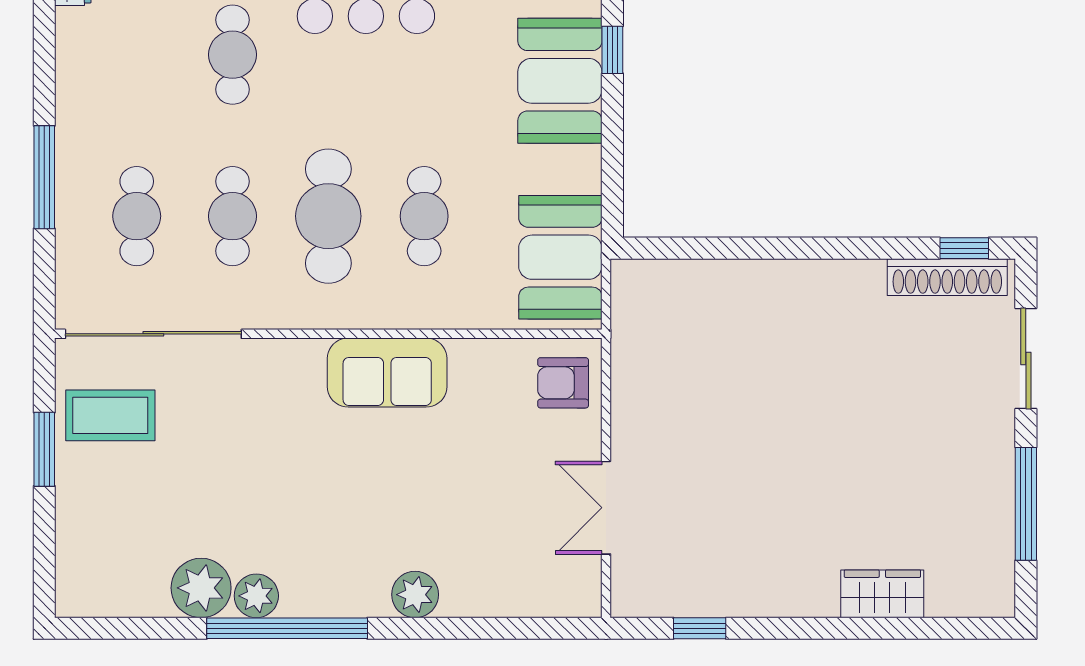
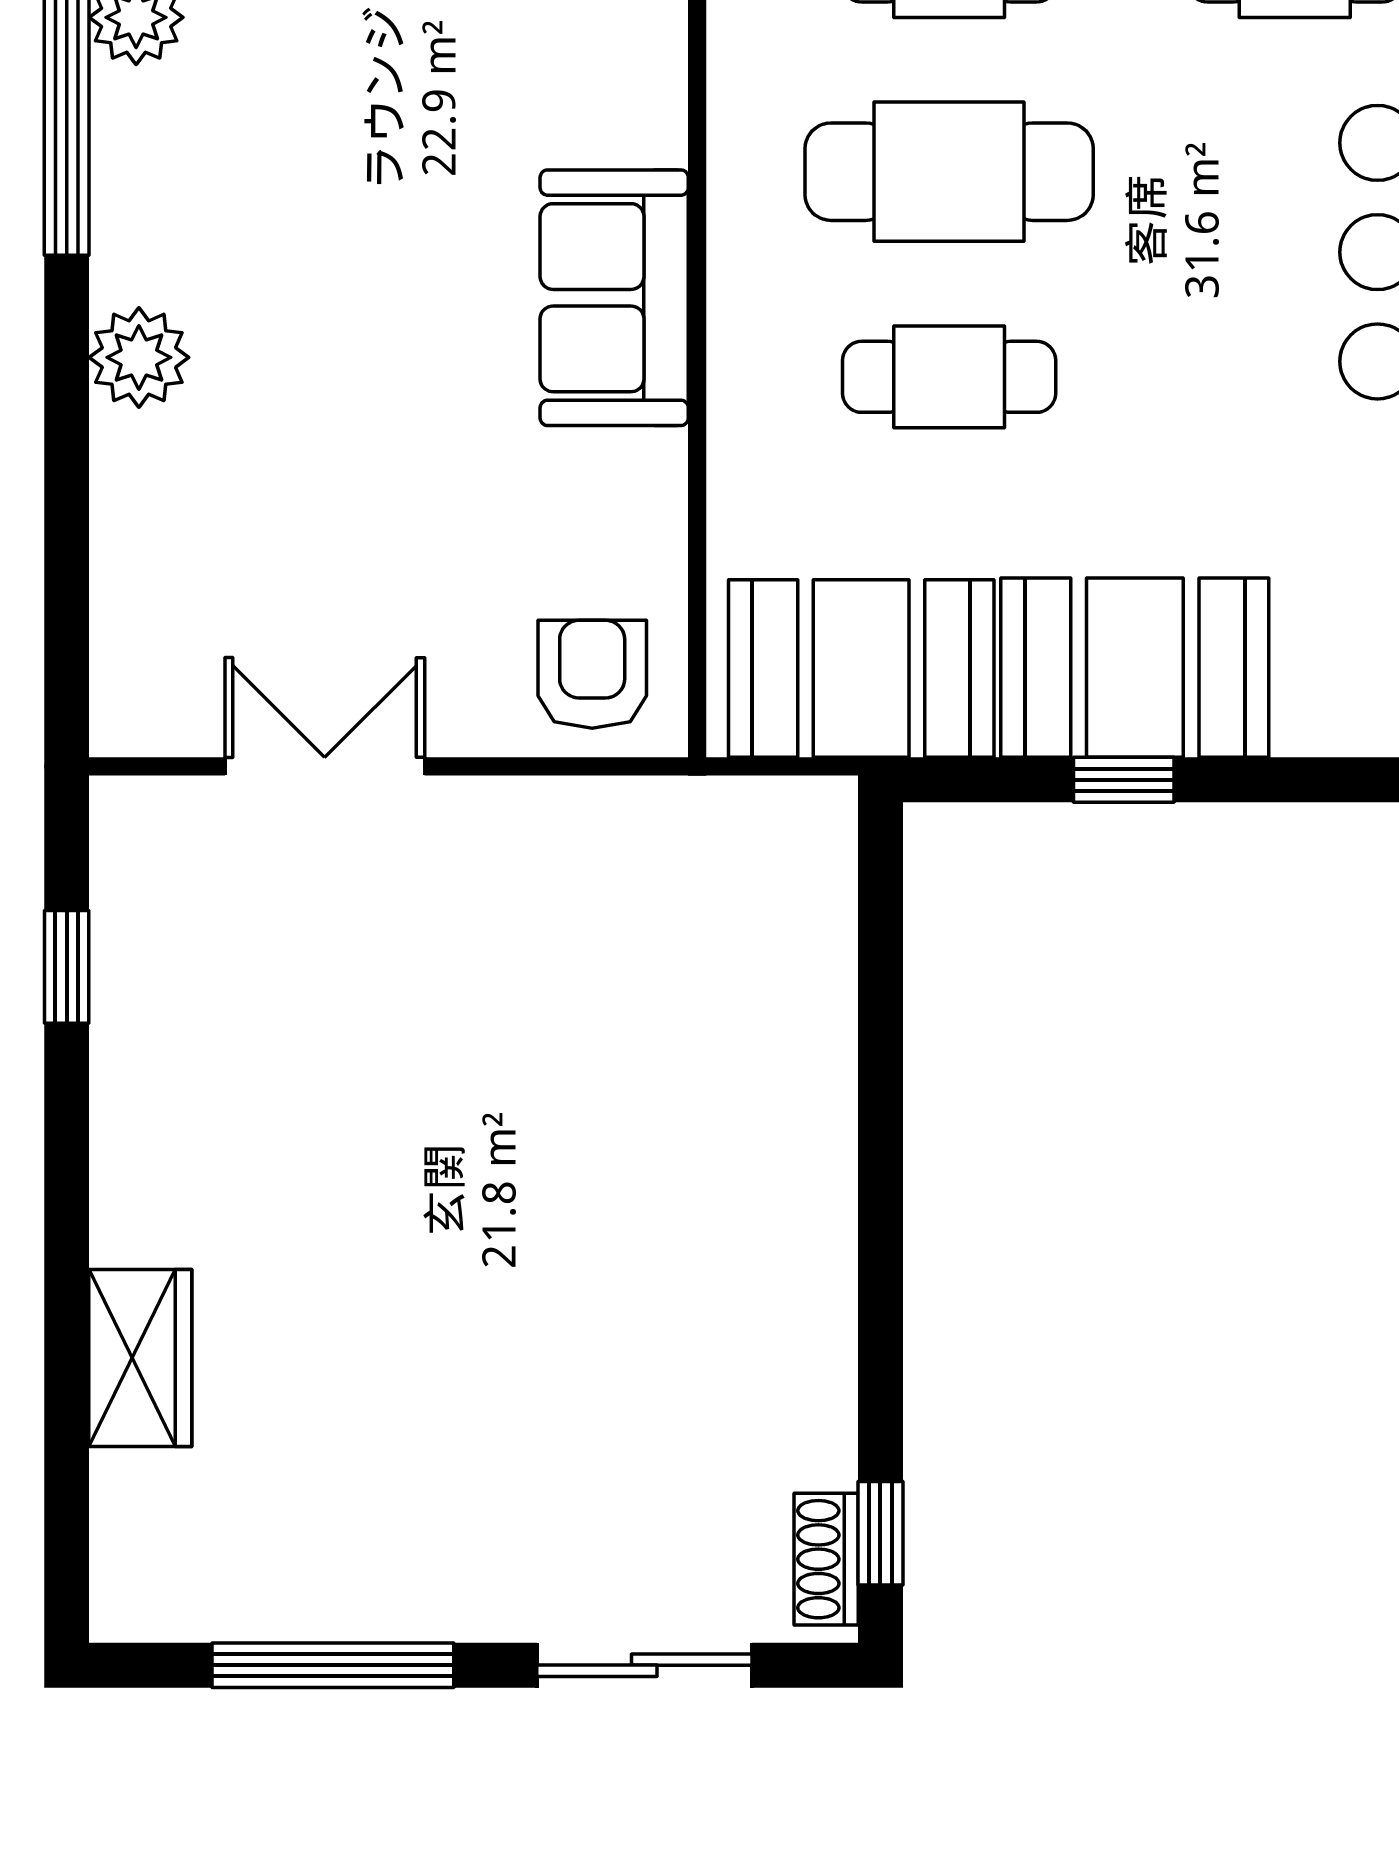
window: (612, 50) -> (1124, 780), moved
booth: (560, 81) -> (1135, 668), moved
shoe rack: (947, 277) -> (826, 1559), width x0.51, depth x0.81

